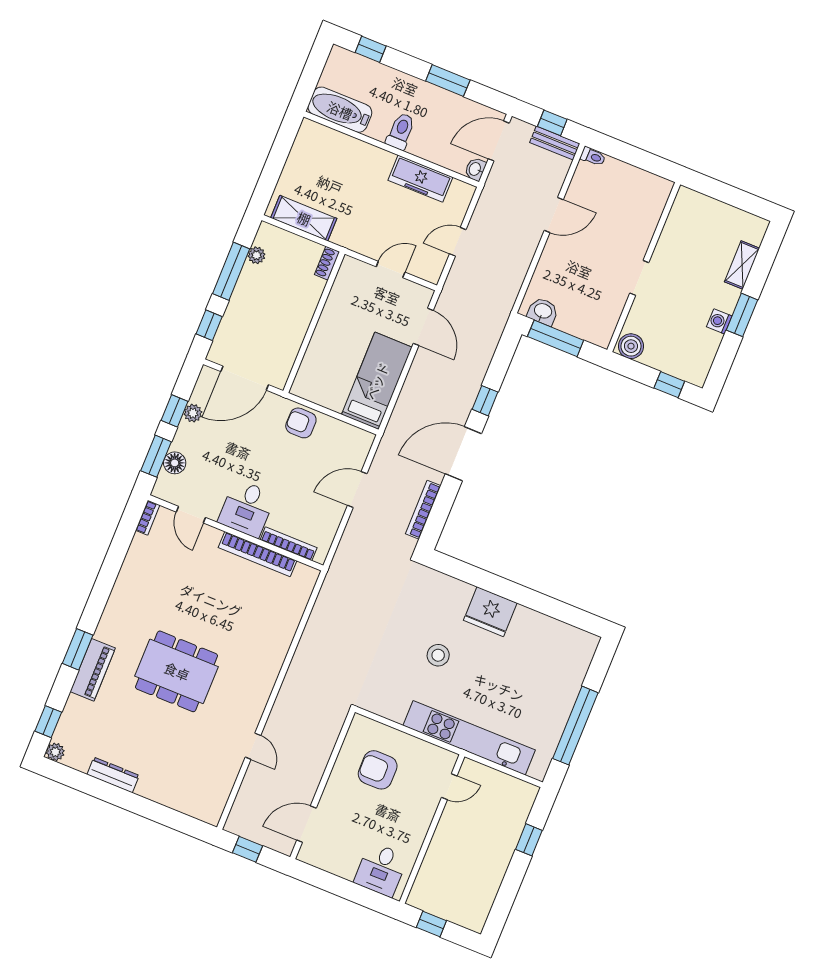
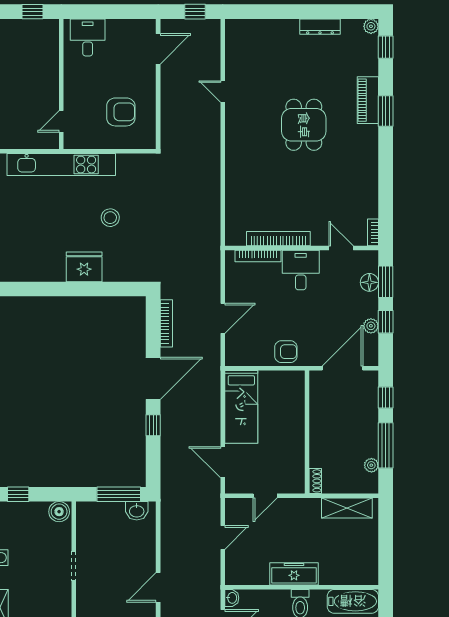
freezer: (420, 179) -> (294, 574), moved
dining table: (177, 671) -> (304, 125), width x0.73

